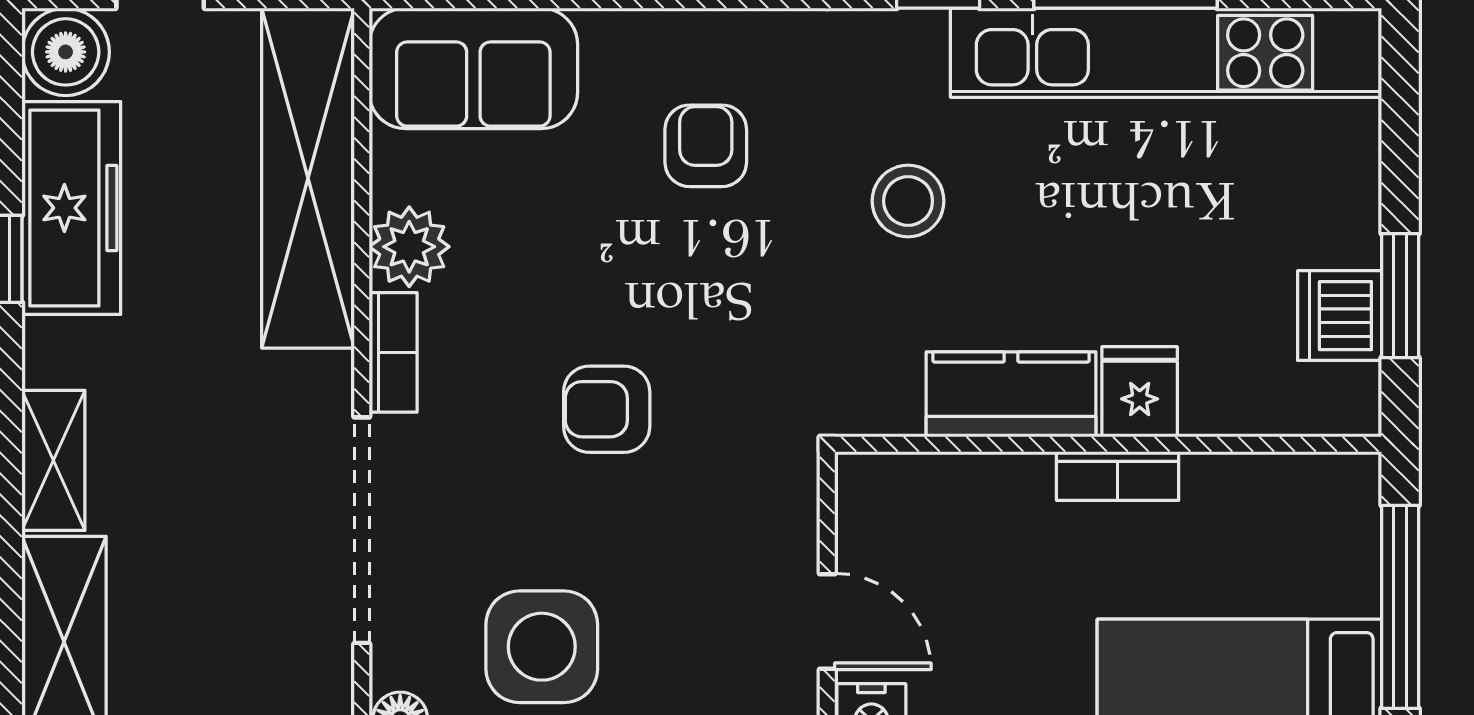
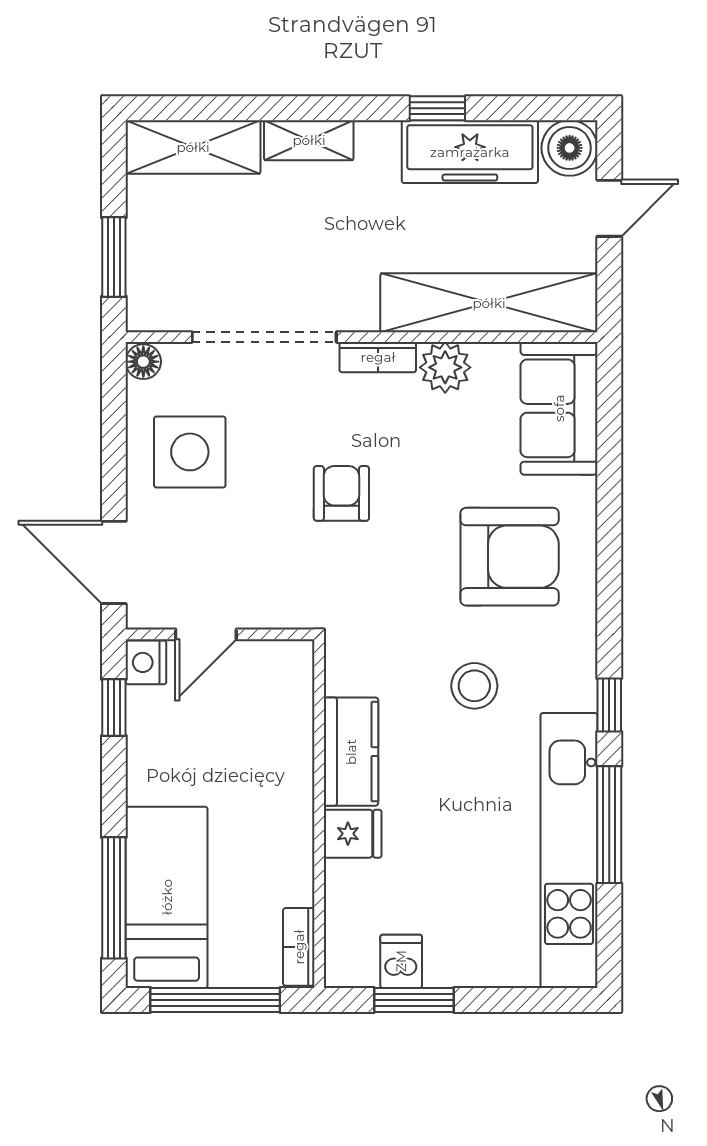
armchair: (706, 146) -> (510, 557), width x1.88, depth x1.88
dishwasher: (1340, 316) -> (401, 961), width x0.73
bookcase: (1118, 476) -> (299, 947), moved

